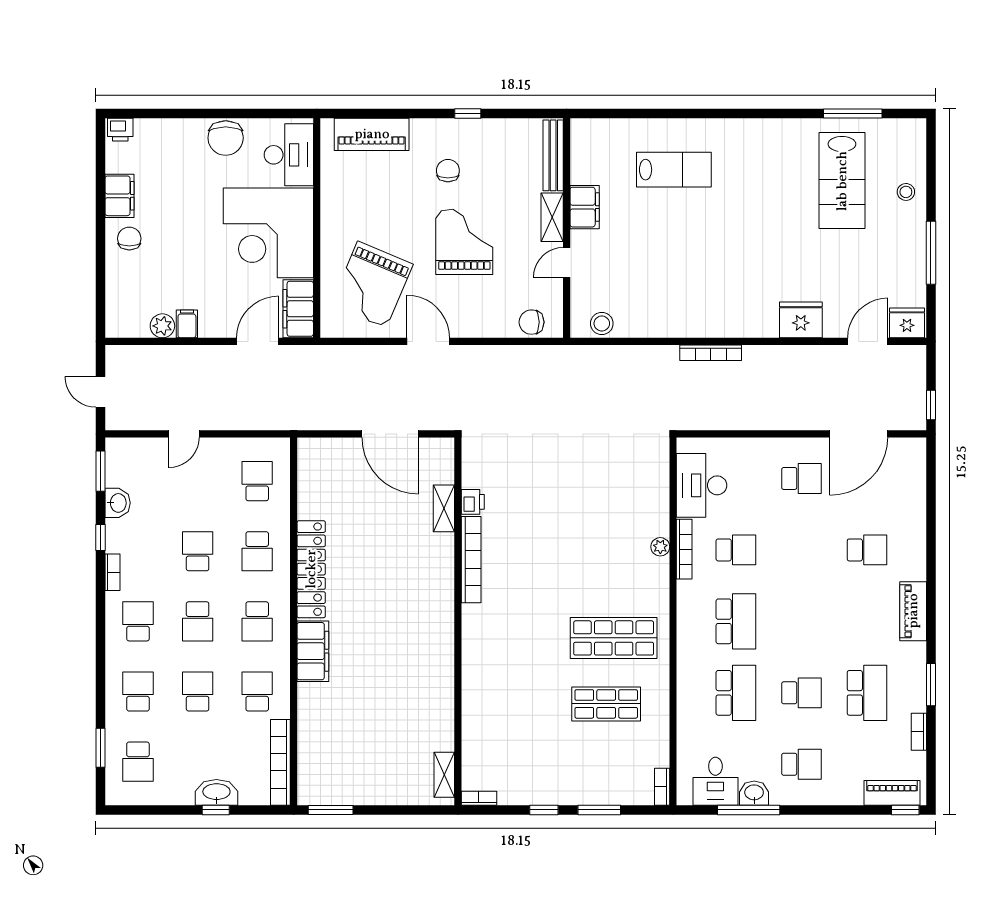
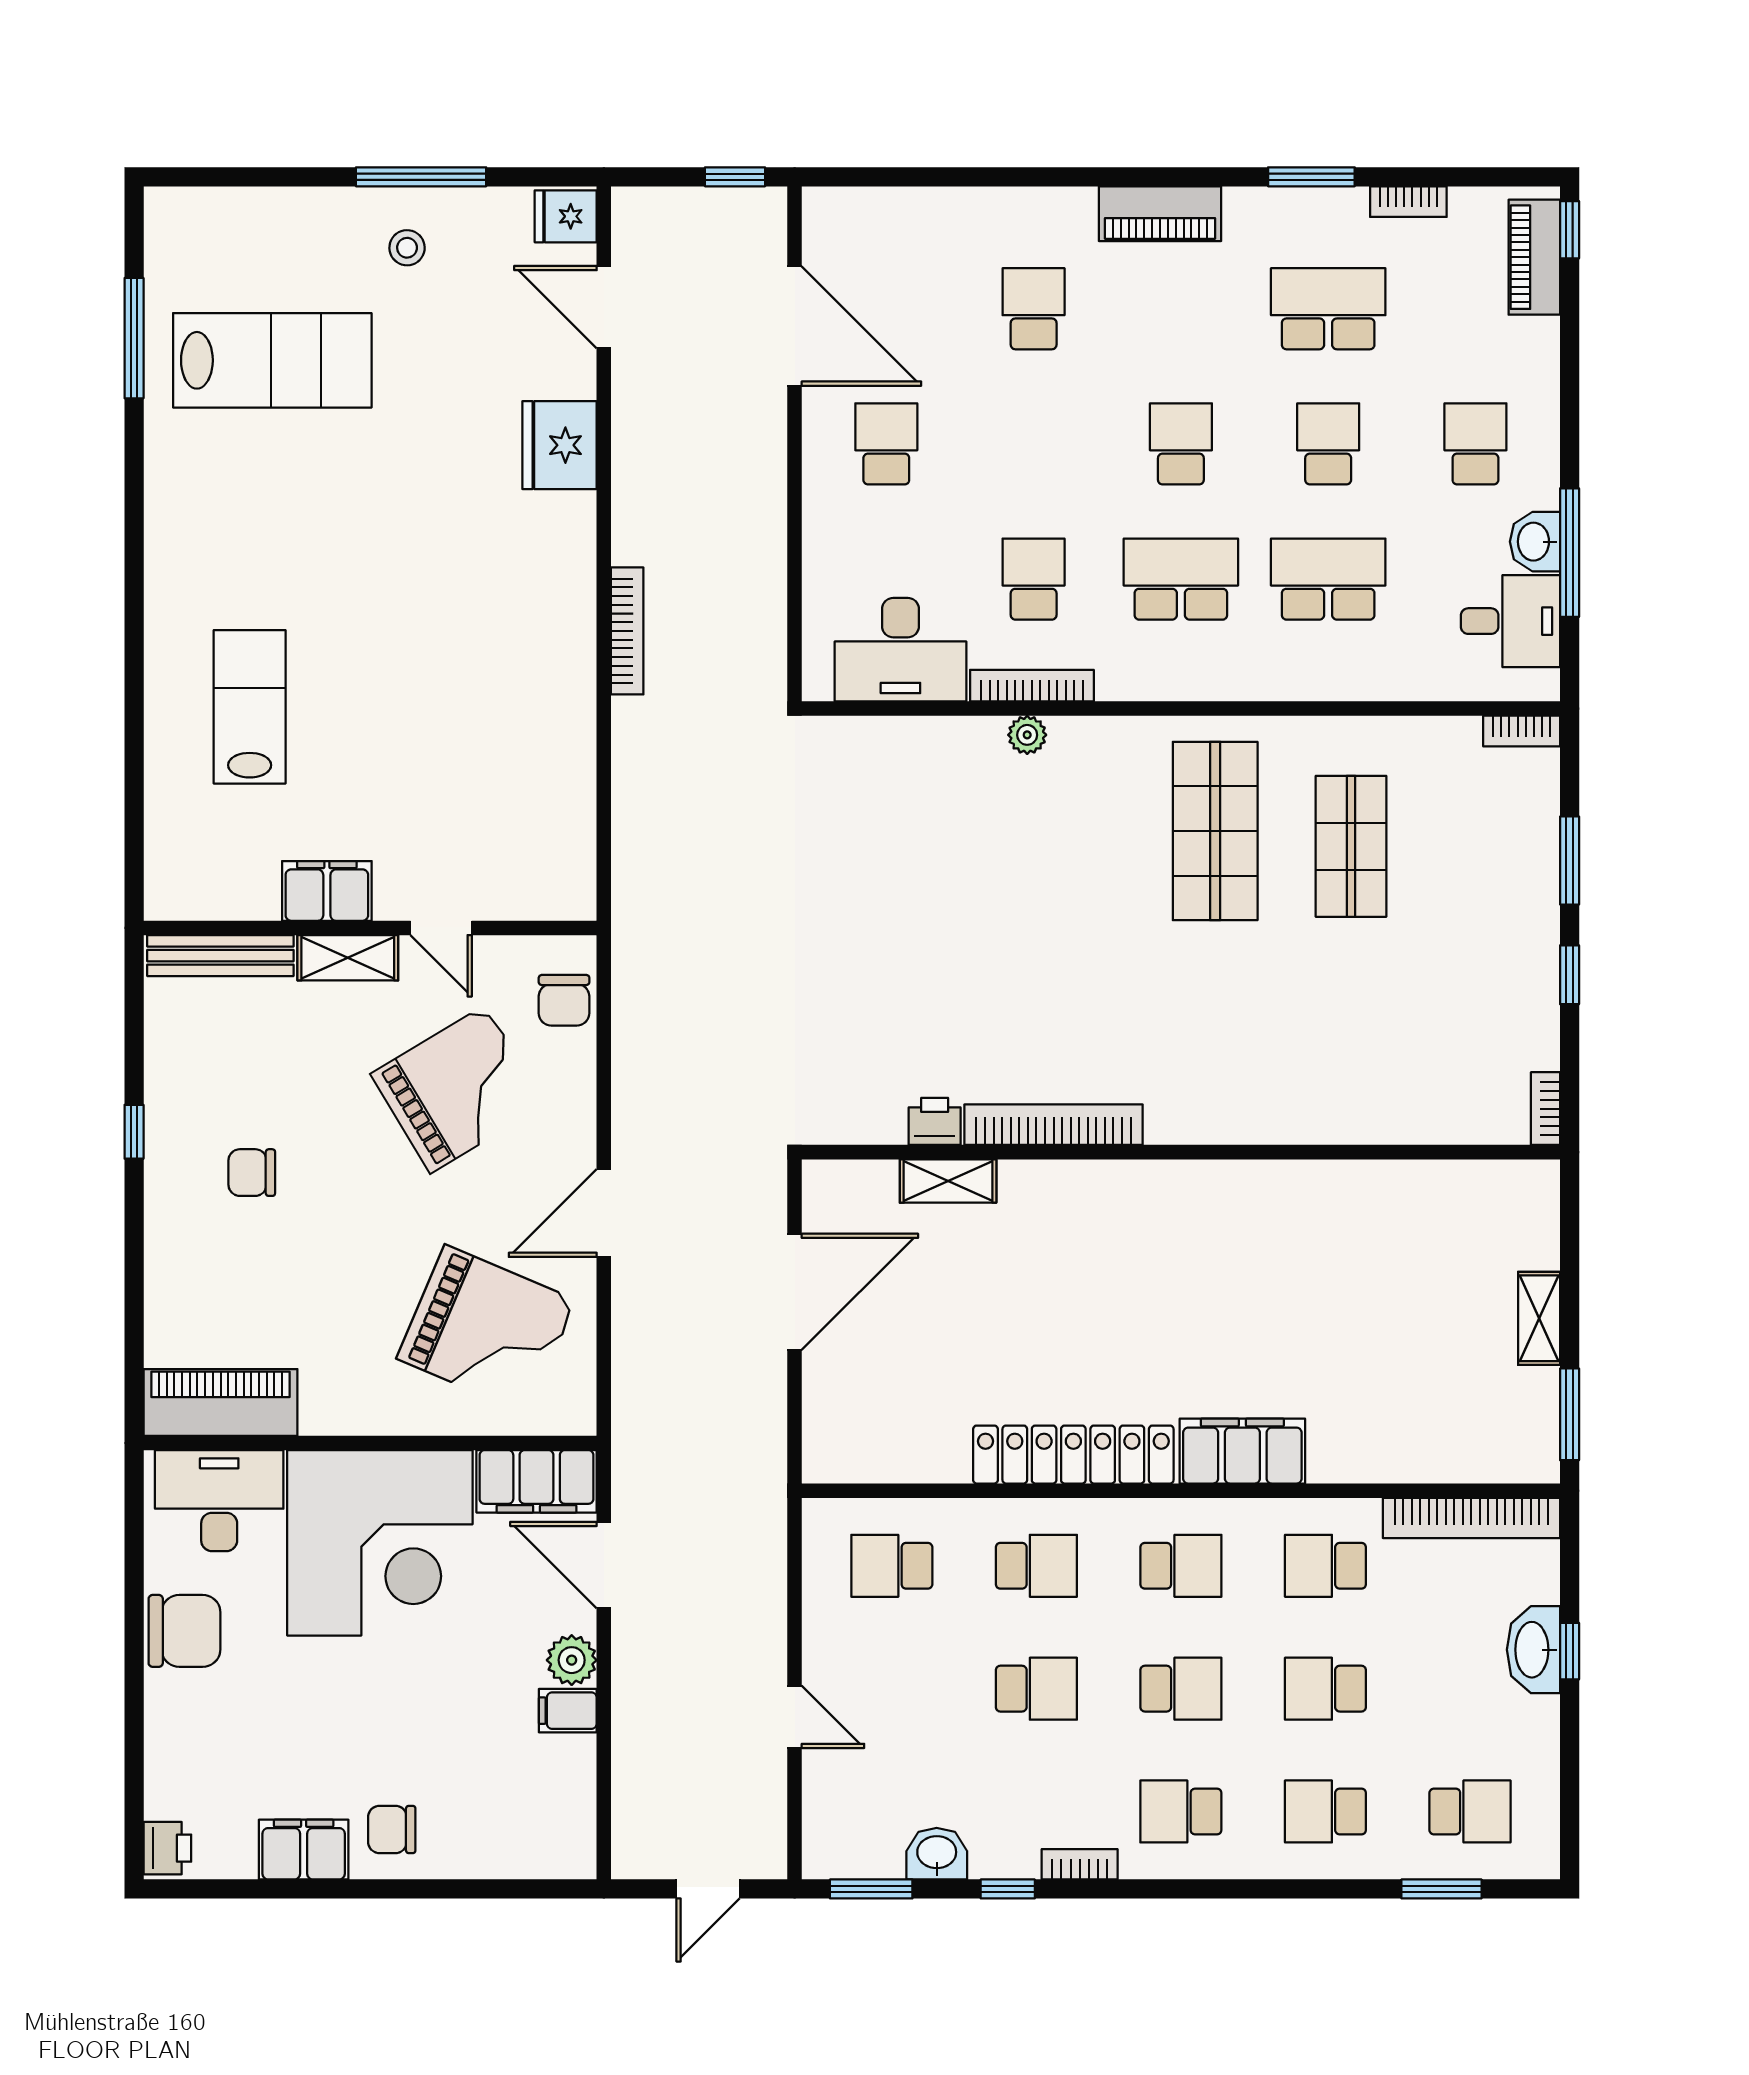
piano: (372, 134) -> (221, 1402), moved, turned -90
stool: (906, 192) -> (407, 248), moved
grand piano: (464, 242) -> (458, 1089), moved, turned 149
stool: (602, 323) -> (567, 855), removed
fridge: (907, 323) -> (566, 216), width x0.72
plant: (162, 326) -> (572, 1660), moved
school desk: (198, 551) -> (1036, 1689), turned 180
school desk: (801, 621) -> (1181, 444), added
shelving: (444, 775) -> (1539, 1318), moved, turned 90

